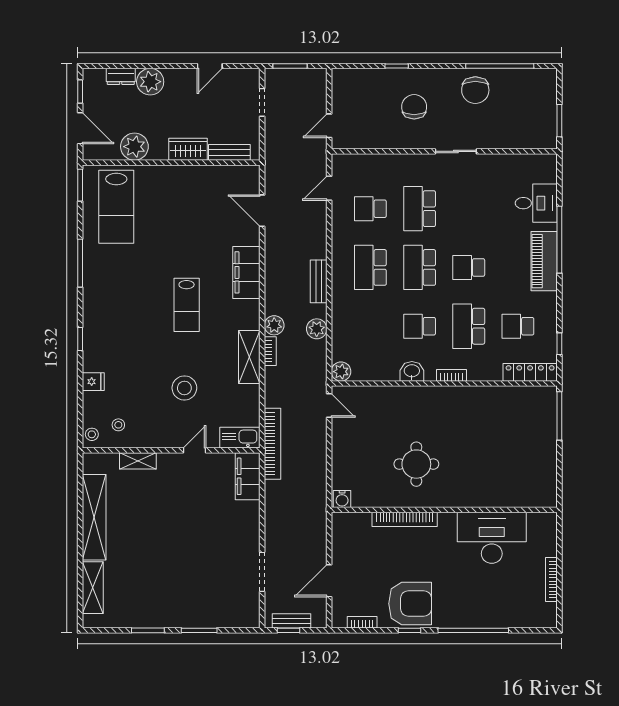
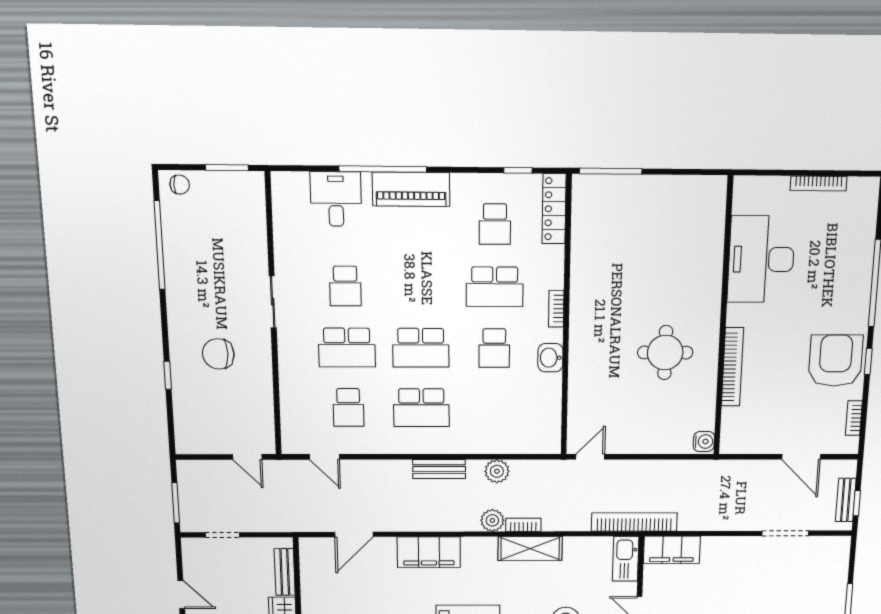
chair: (475, 90) -> (180, 185), moved, width x0.54, depth x0.54
school desk: (469, 267) -> (345, 286), moved
plant: (341, 372) -> (549, 443), removed

